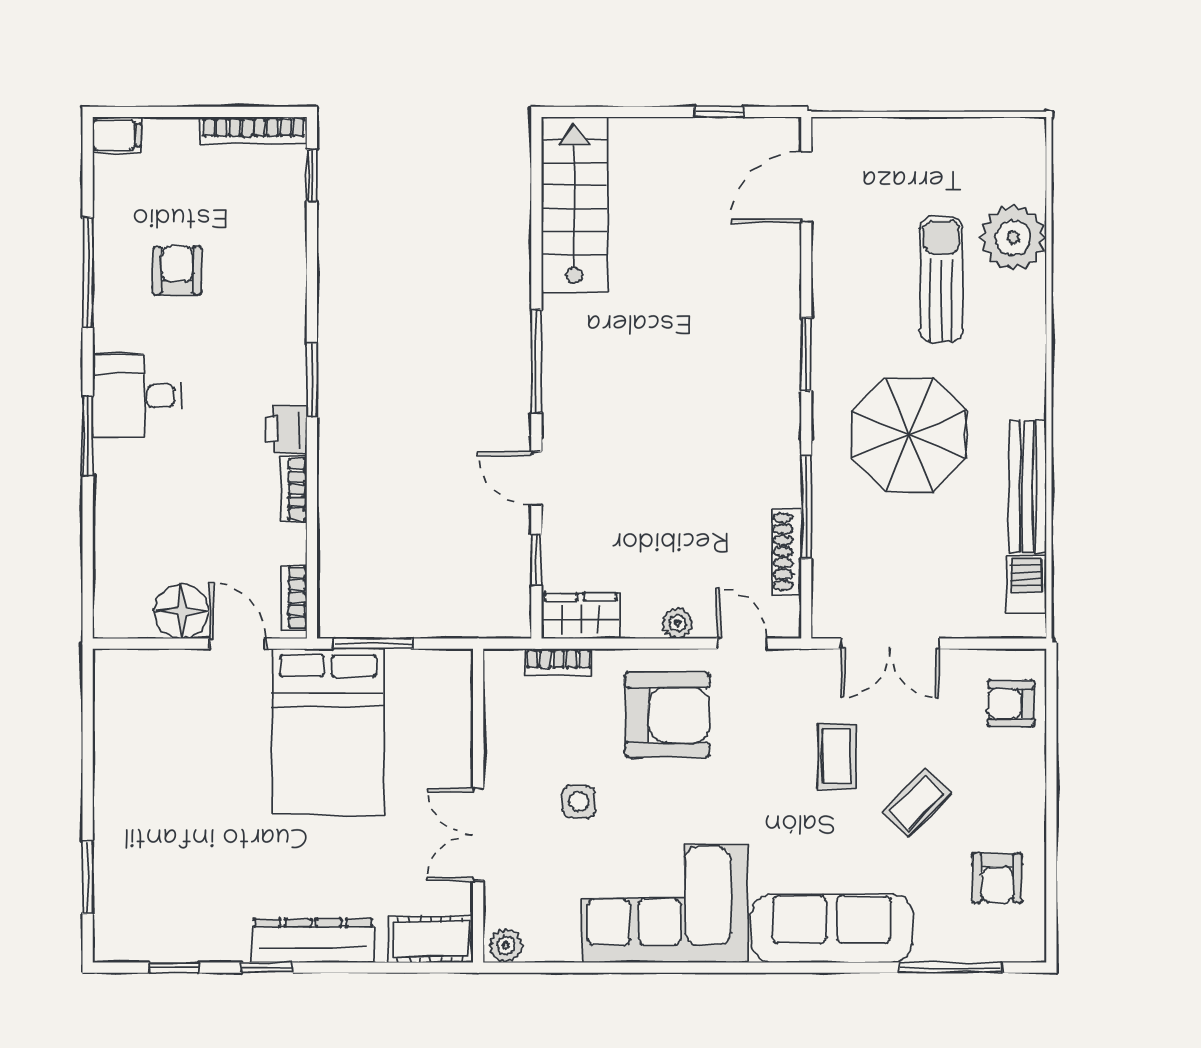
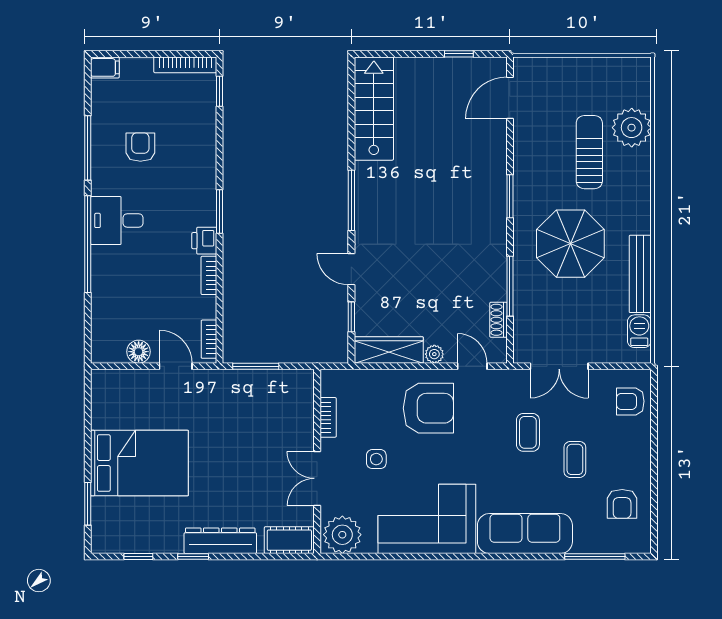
window: (88, 436) -> (88, 244), width x2.11
shoe rack: (787, 552) -> (498, 320), width x0.70
floor lamp: (181, 611) -> (139, 352), width x0.73, depth x0.73
wardrobe: (580, 616) -> (389, 350), width x1.50
bookcase: (559, 662) -> (328, 417), moved, turned -90
bed: (328, 731) -> (139, 463), moved, turned -90
coffee table: (917, 802) -> (575, 459), turned -45
plant: (506, 945) -> (342, 535), width x1.87, depth x1.87

